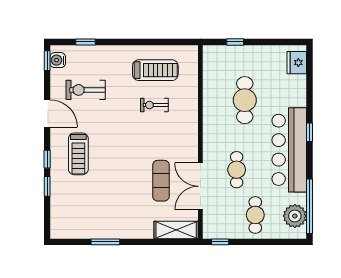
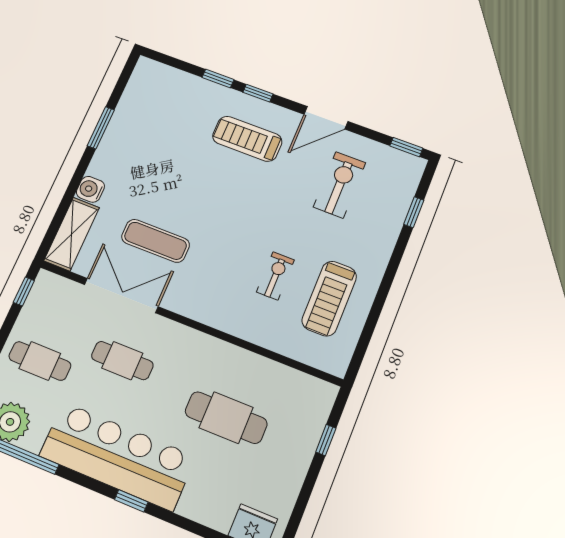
water cooler: (58, 60) -> (90, 189), moved, turned -90

